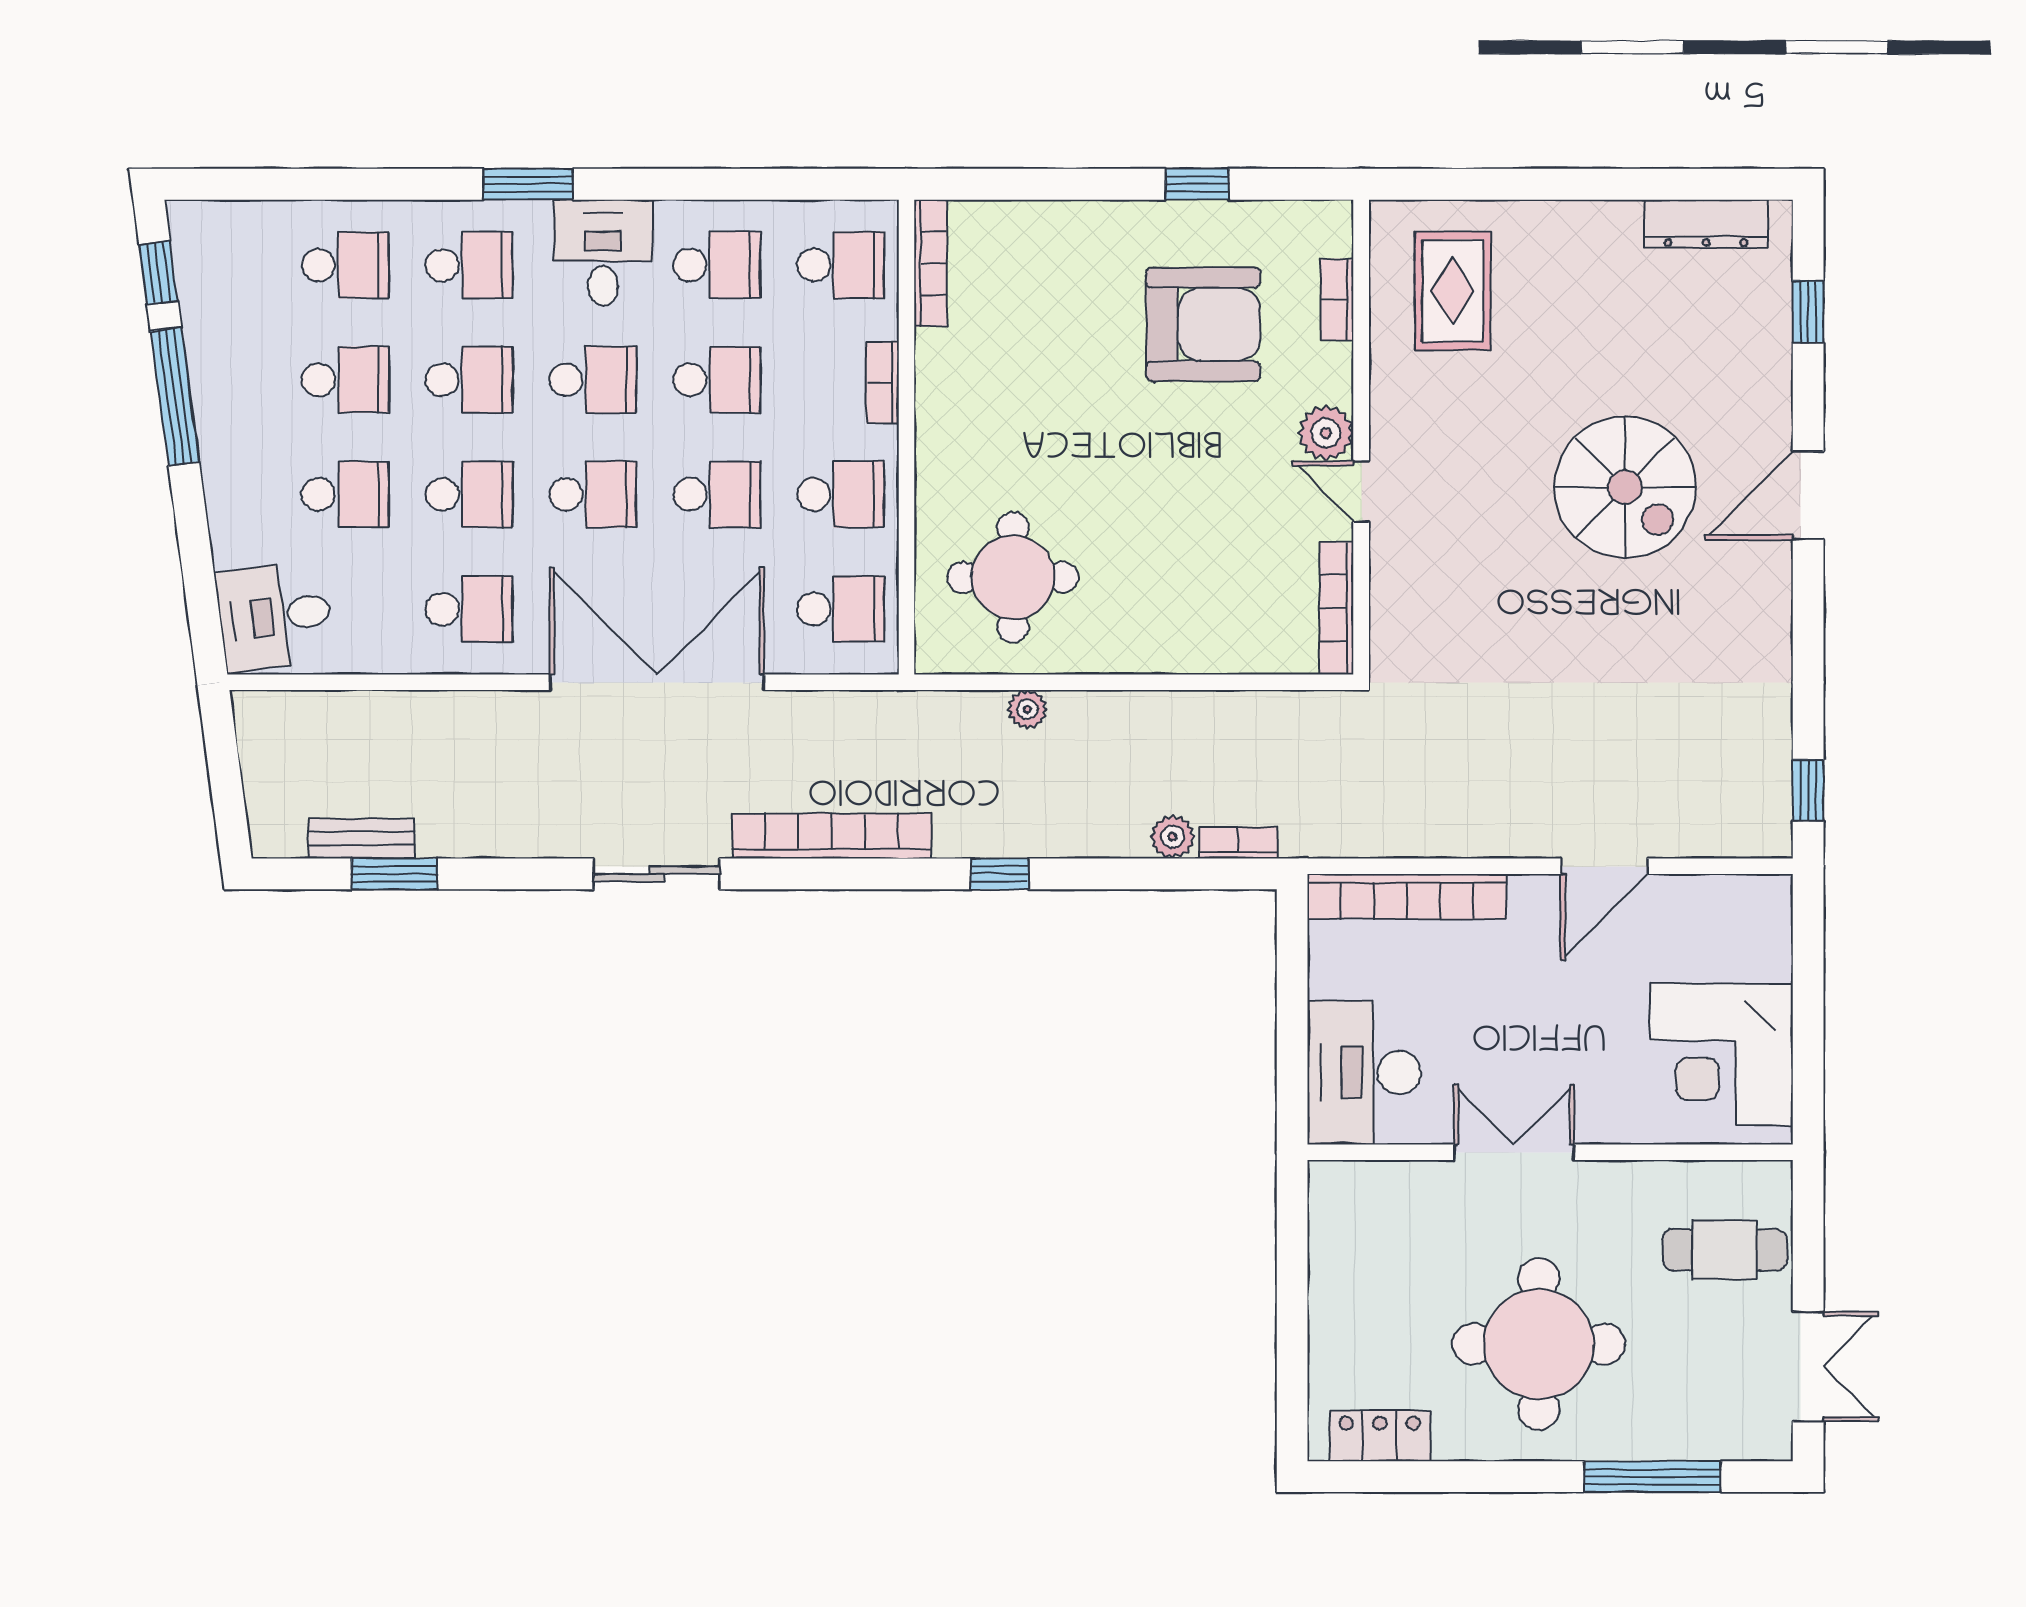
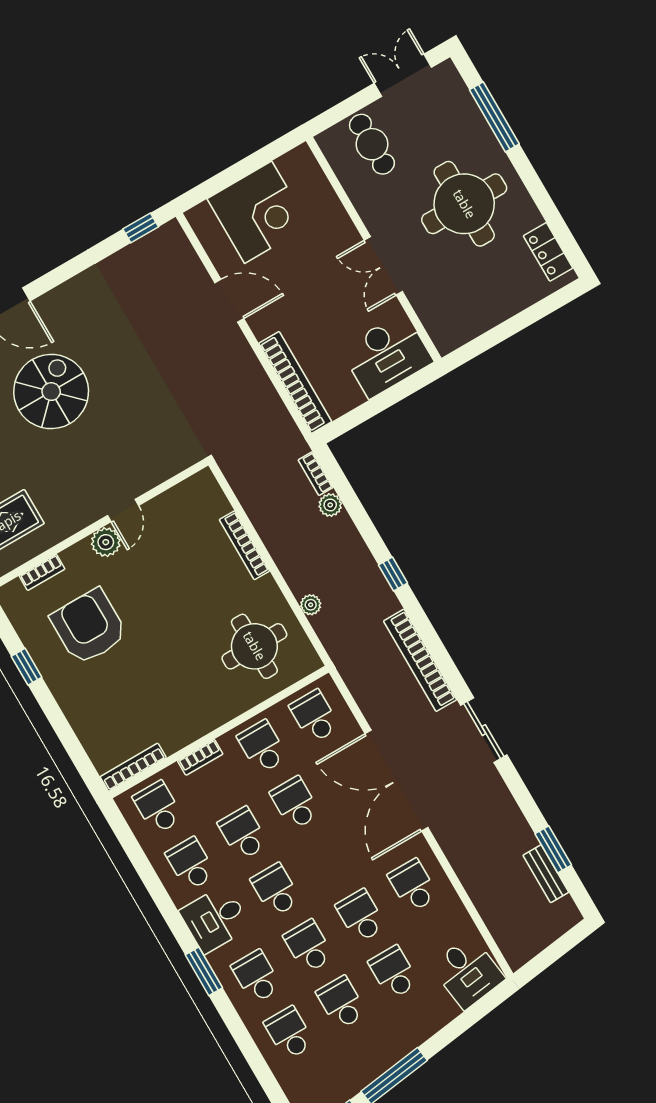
school desk: (593, 494) -> (328, 860), removed
bookcase: (1336, 608) -> (244, 545), moved, turned 90
corner desk: (1722, 1055) -> (258, 212), moved

